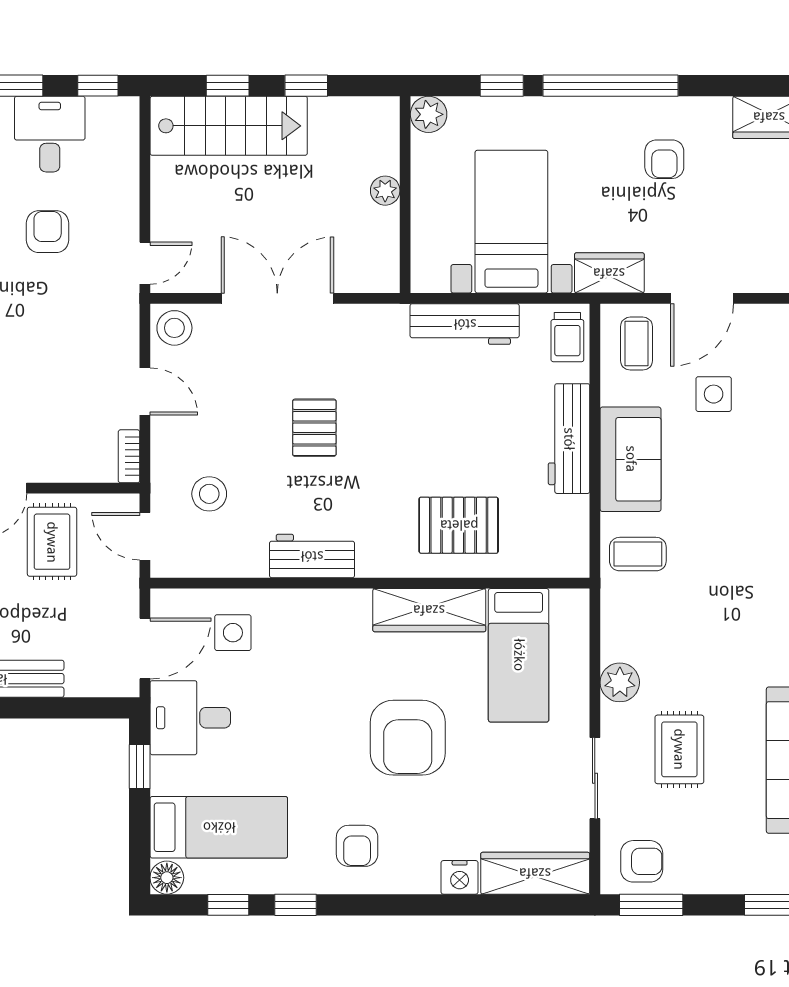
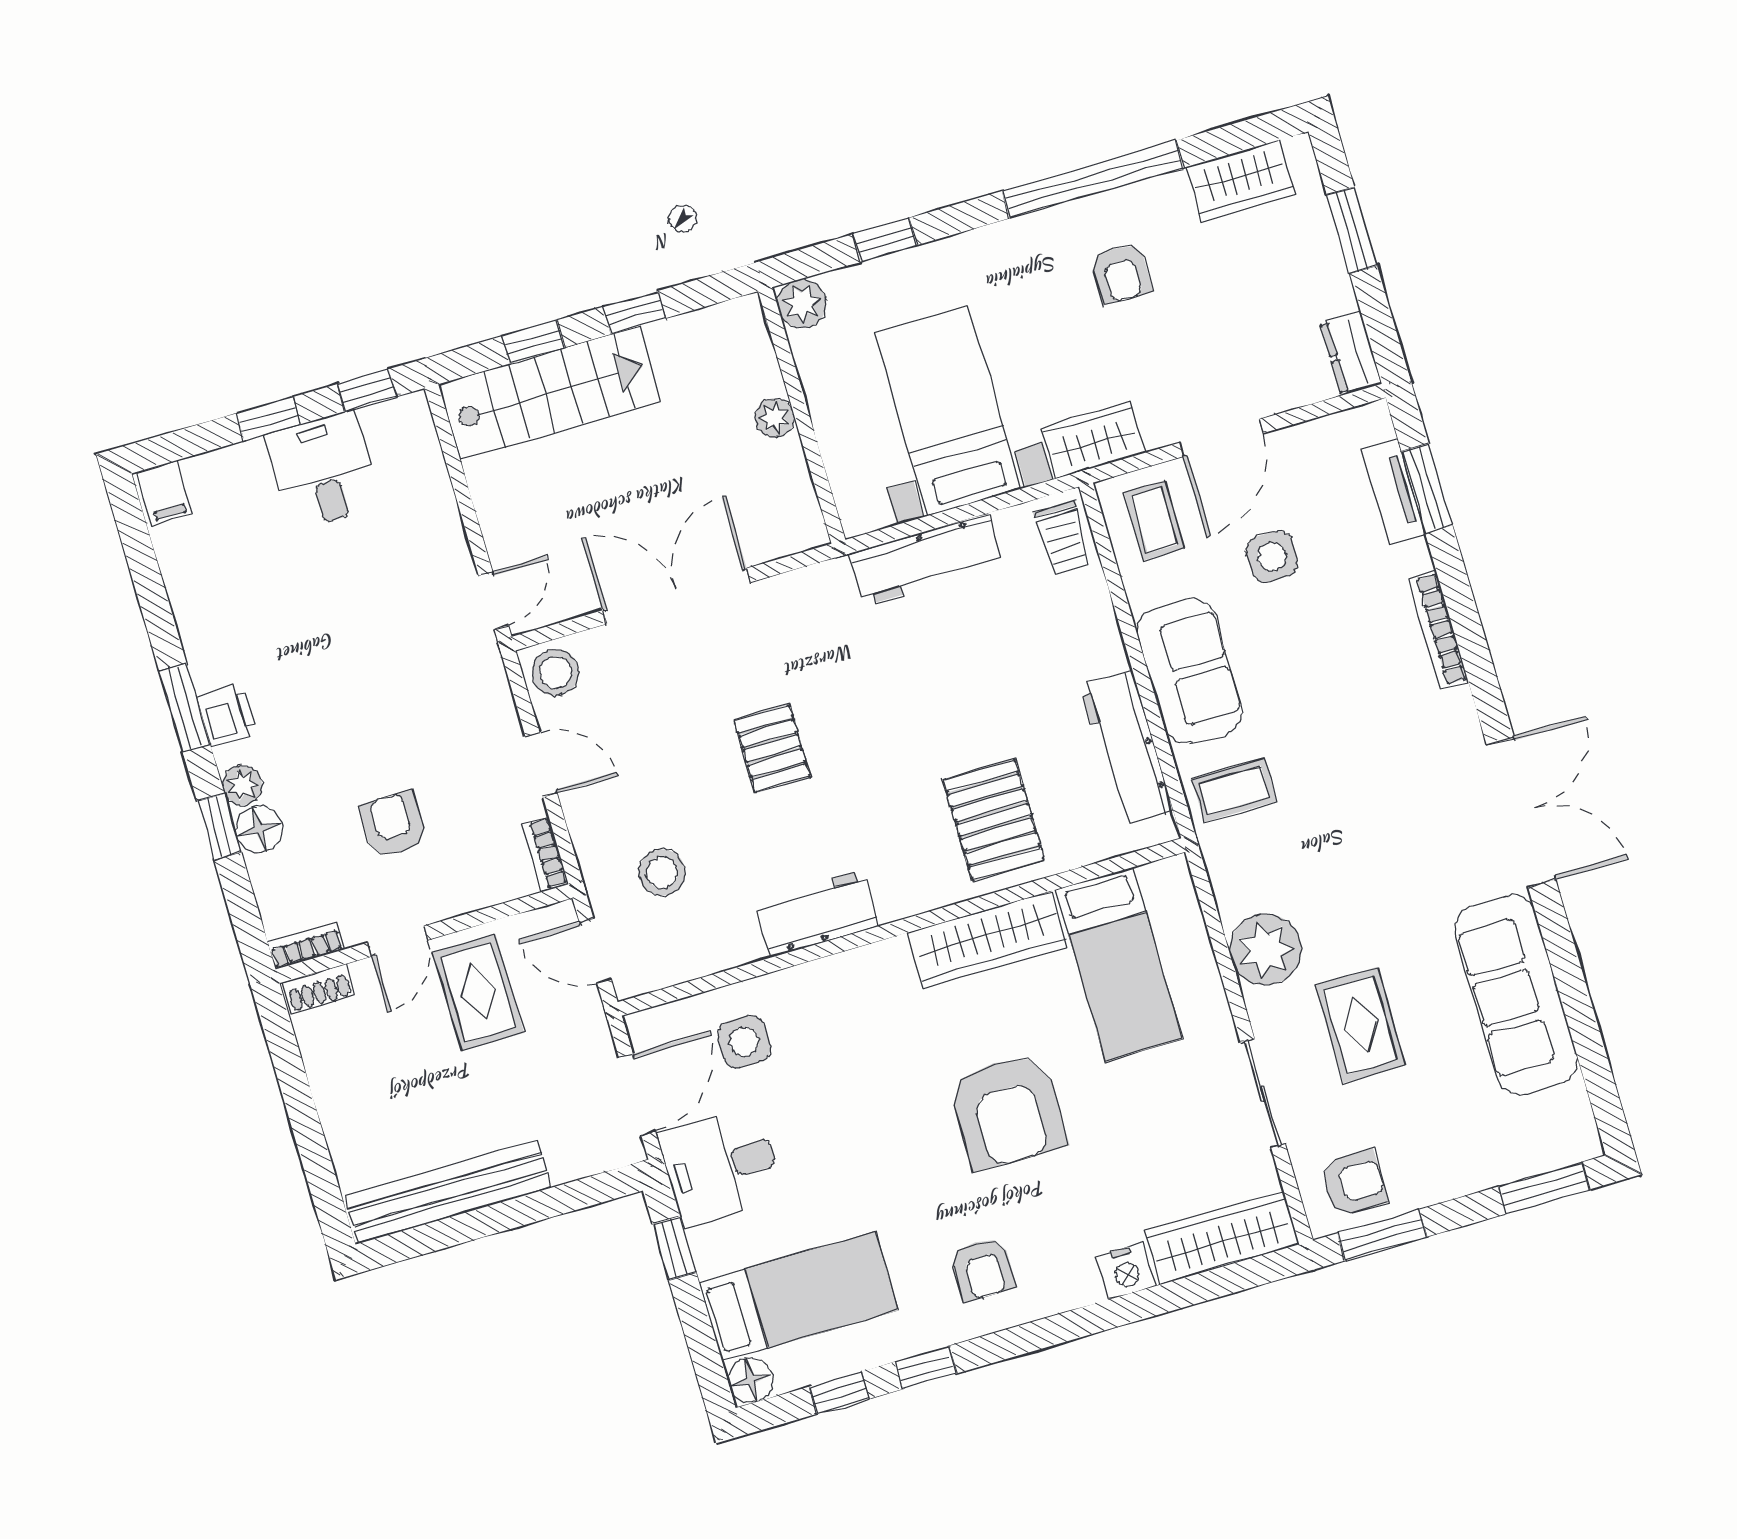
window: (610, 86) -> (1093, 179), moved
armchair: (48, 232) -> (393, 825), moved
workbench: (569, 439) -> (1126, 748), moved
pallet: (459, 525) -> (994, 820), turned 90
plant: (620, 682) -> (1265, 950), width x1.36, depth x1.36

